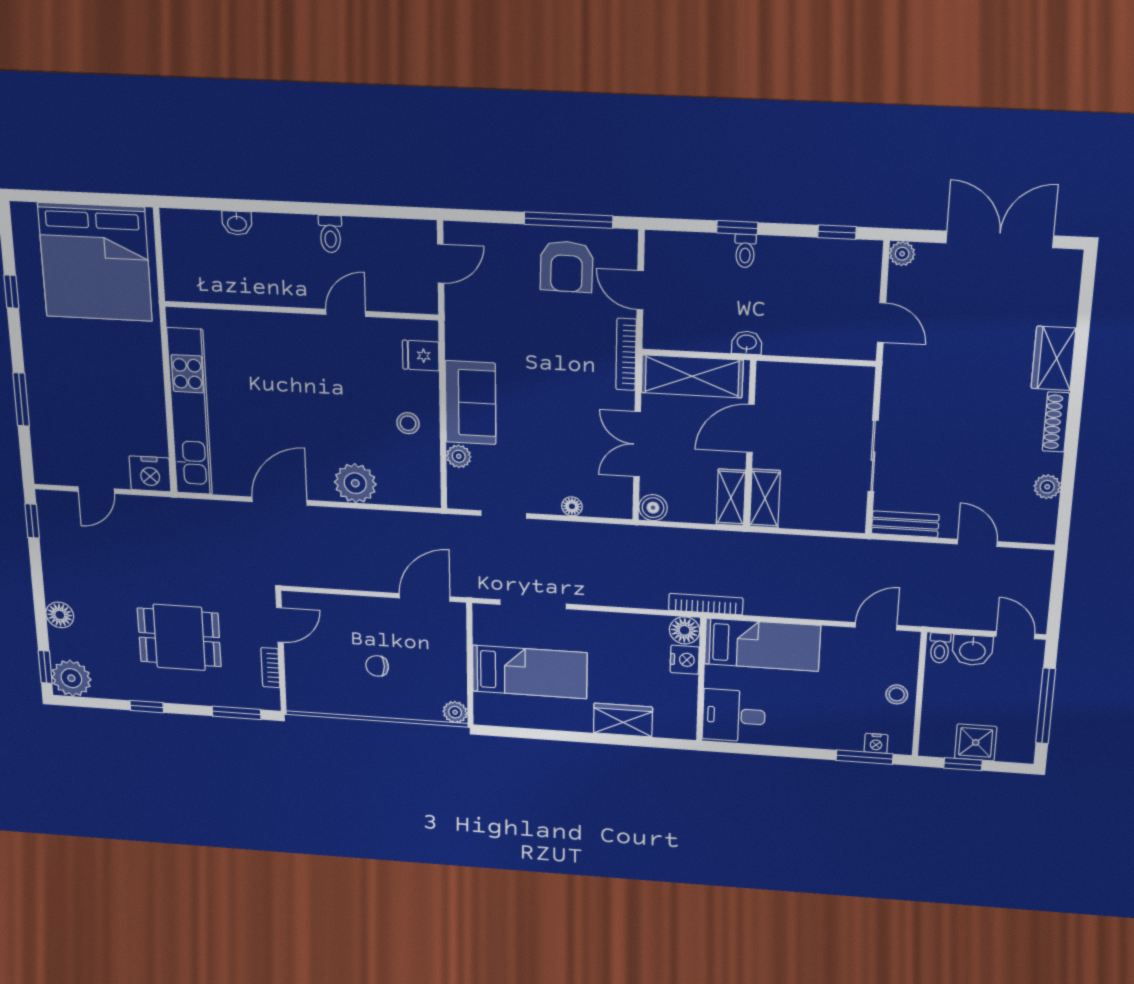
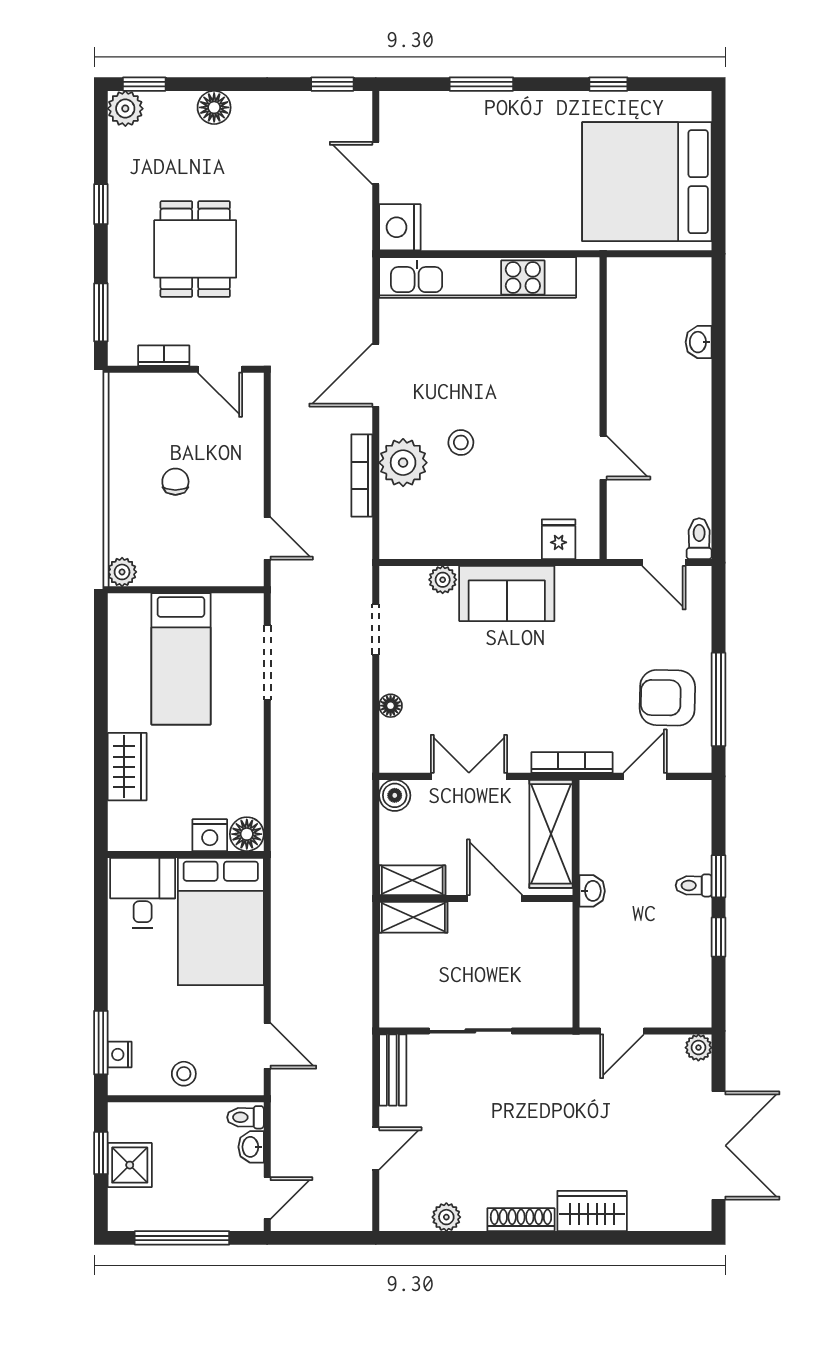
window: (837, 232) -> (718, 937), moved
toilet: (330, 234) -> (699, 539), moved, turned 90
stool: (408, 423) -> (461, 443), moved
door: (279, 501) -> (376, 375), swing flipped
door: (424, 597) -> (267, 539), width x0.73
bookcase: (706, 604) -> (362, 475), moved, turned 180
bed: (762, 645) -> (221, 922), width x1.50
washbasin: (972, 650) -> (251, 1147), width x0.72, depth x0.69
plant: (71, 678) -> (125, 109), width x0.73, depth x0.73

